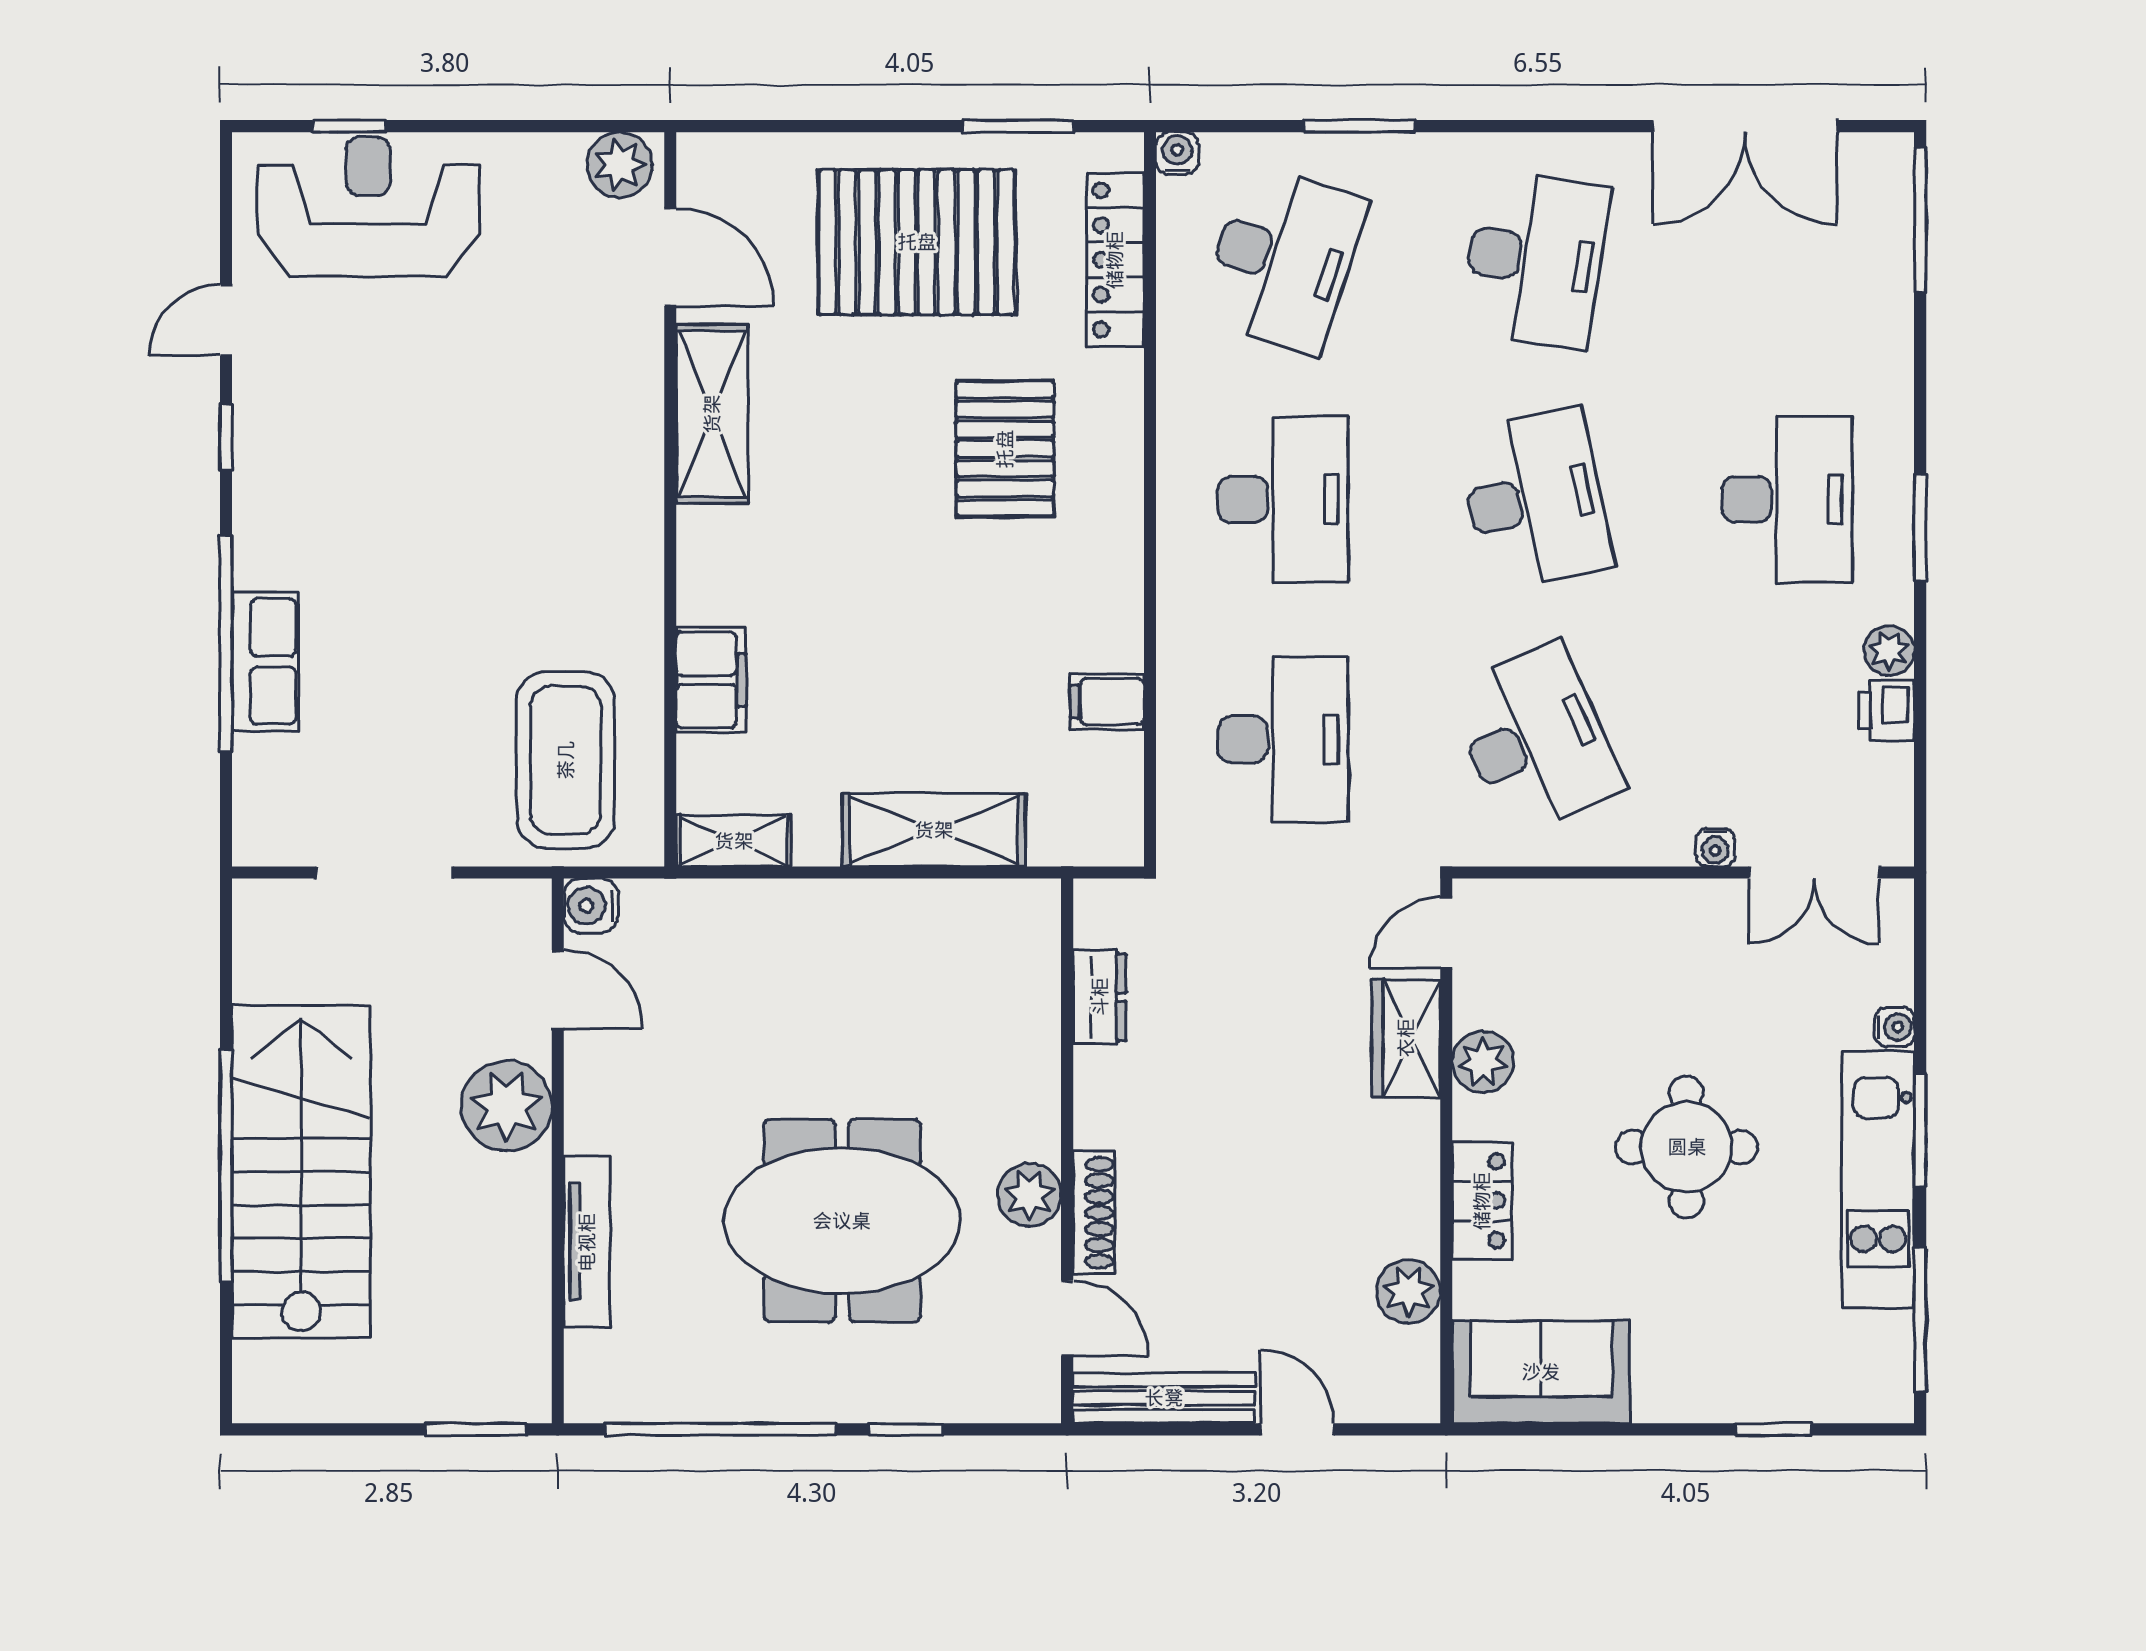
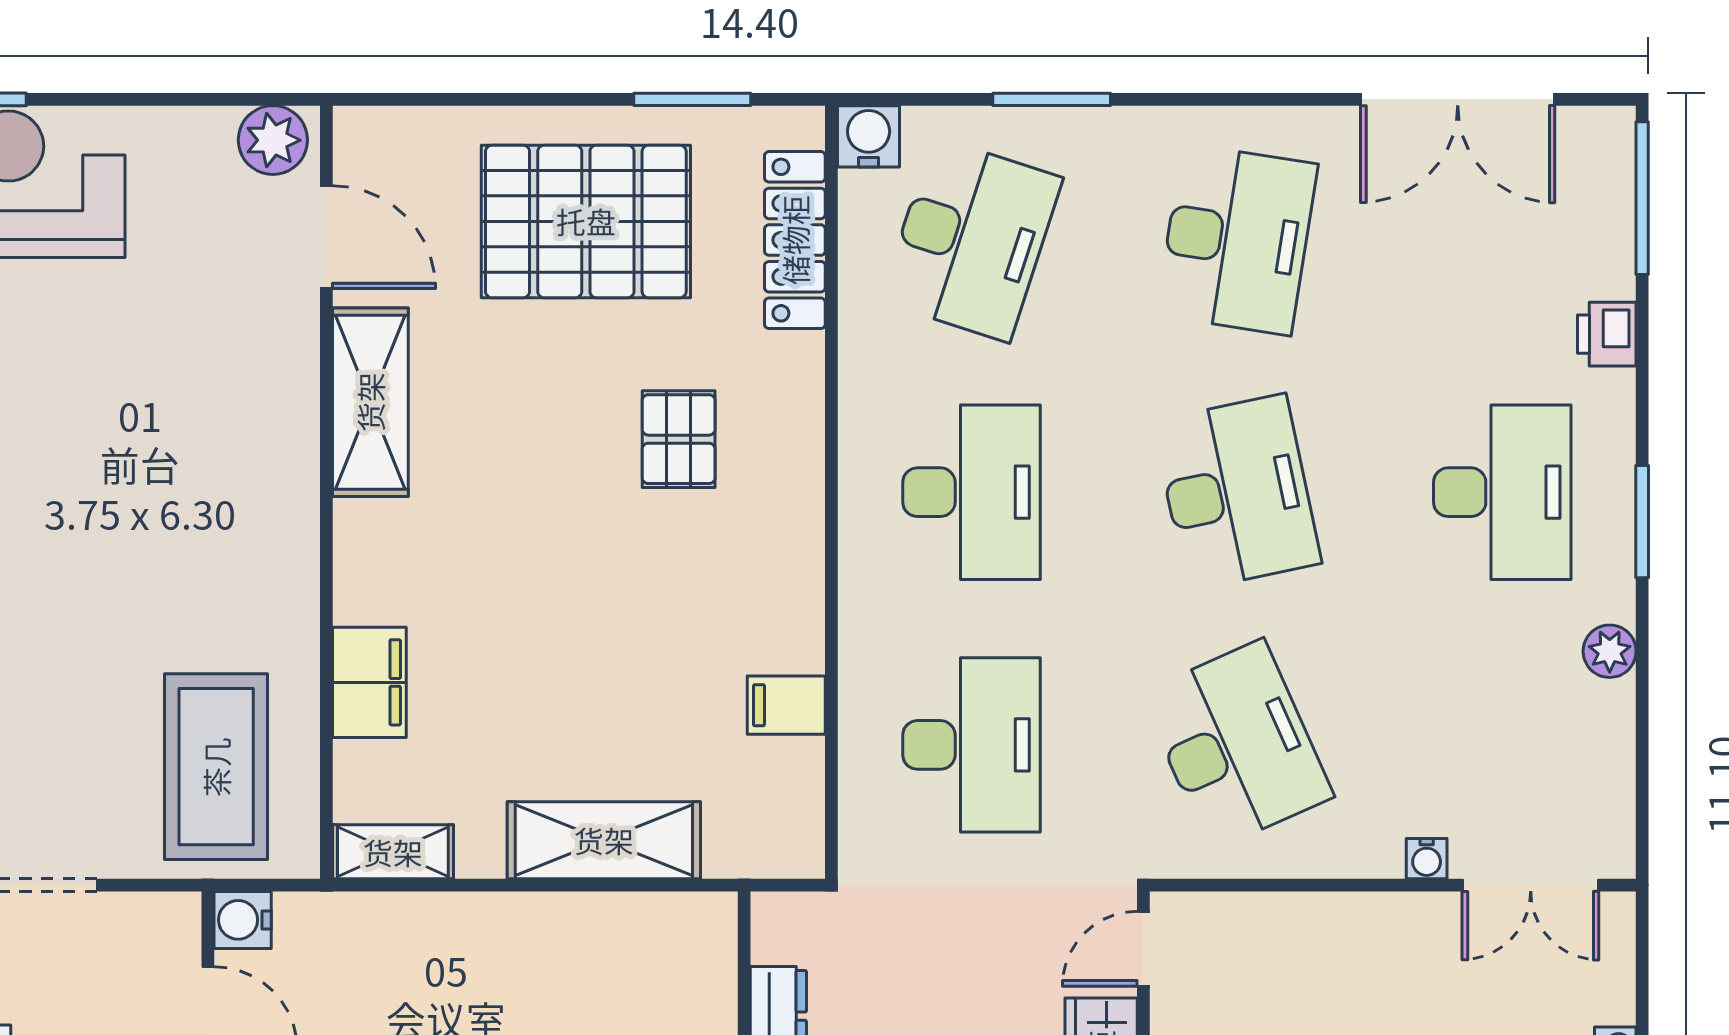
water cooler: (1177, 153) -> (869, 136), width x1.38, depth x1.38
pallet: (1005, 449) -> (679, 439), width x0.67, depth x0.71
printer: (1887, 711) -> (1607, 334), moved

